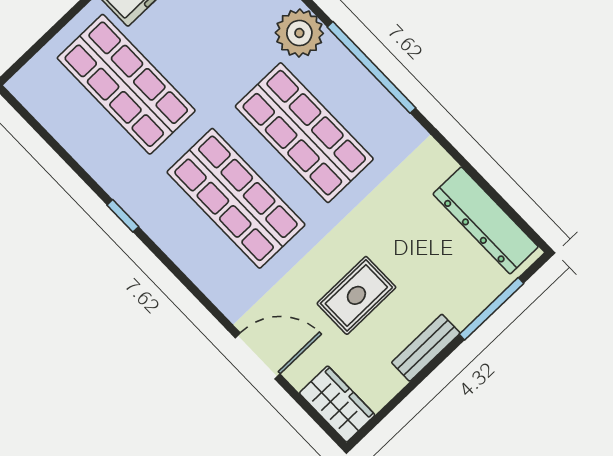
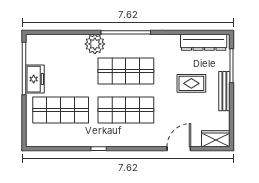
rug: (356, 295) -> (191, 83), moved, turned 90
bench: (426, 348) -> (224, 91), width x1.36

